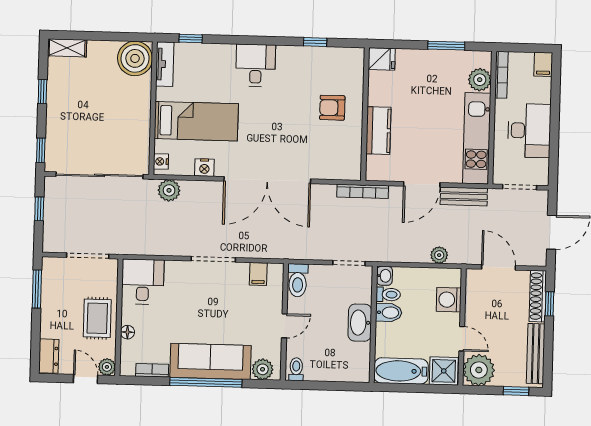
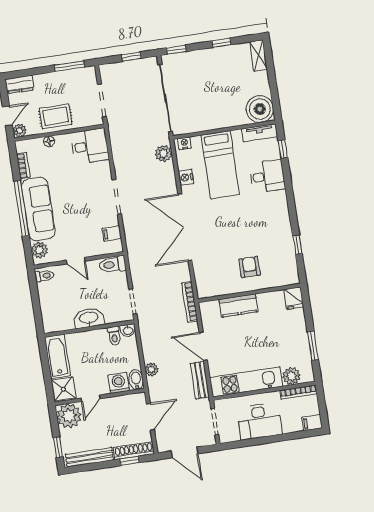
desk: (256, 65) -> (267, 176), moved
bidet: (389, 313) -> (136, 380), moved, turned 180

